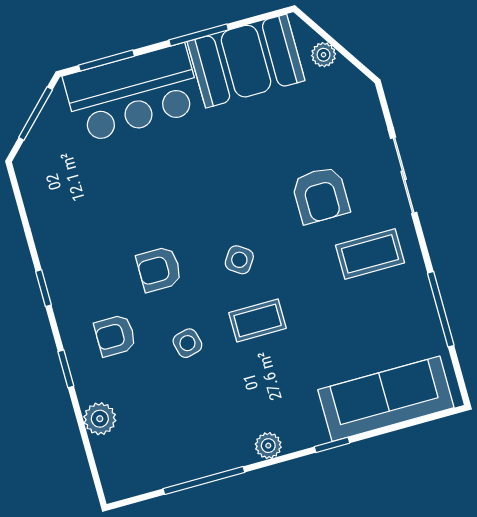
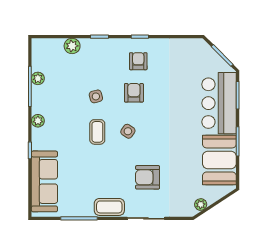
plant: (324, 55) -> (201, 204), moved
coffee table: (370, 254) -> (109, 207), moved, turned 90
armchair: (115, 335) -> (138, 61), moved
plant: (184, 469) -> (38, 78), added

